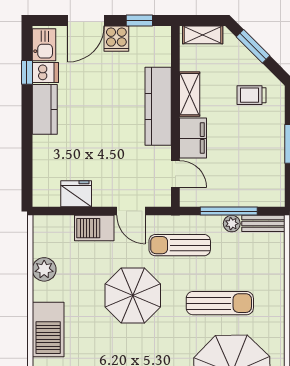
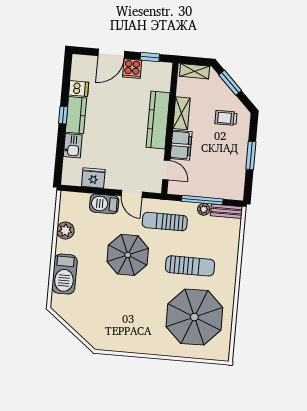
kitchen sink: (44, 45) -> (73, 146), moved
window: (27, 72) -> (63, 115), moved

